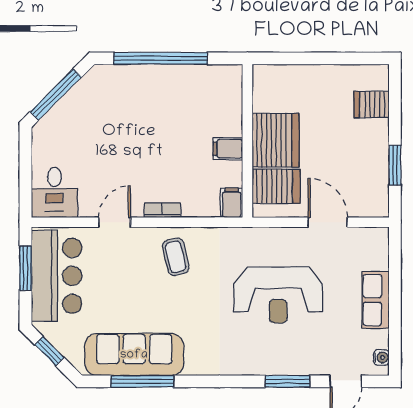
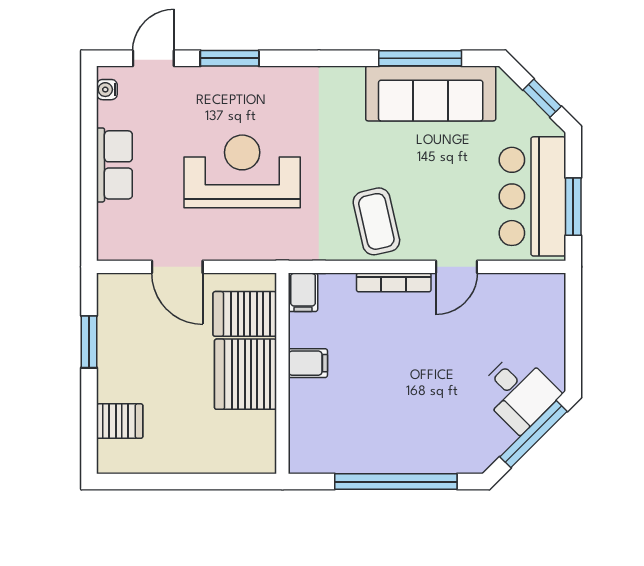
desk: (54, 193) -> (518, 392), moved, turned 135
bookcase: (162, 210) -> (394, 282), width x1.56
coffee table: (176, 257) -> (376, 221), width x1.36, depth x1.30

